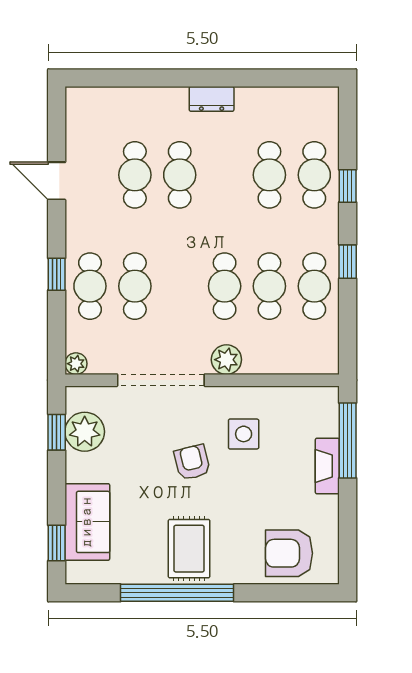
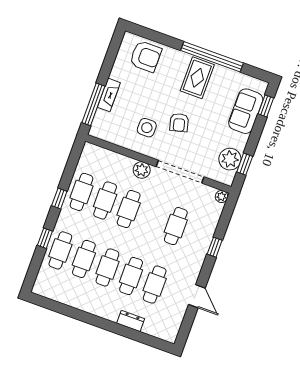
dresser: (212, 99) -> (131, 321), moved
cafe table: (90, 286) -> (107, 267), moved

